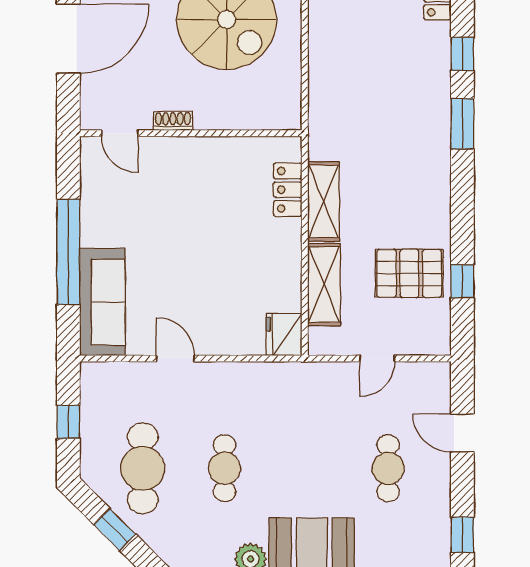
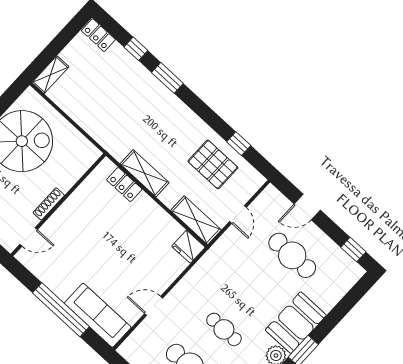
shoe rack: (173, 121) -> (49, 204), width x1.43
pallet: (409, 273) -> (213, 164), turned 90
shelving: (324, 285) -> (196, 220), moved
cafe table: (388, 468) -> (292, 255), width x1.37, depth x1.35

